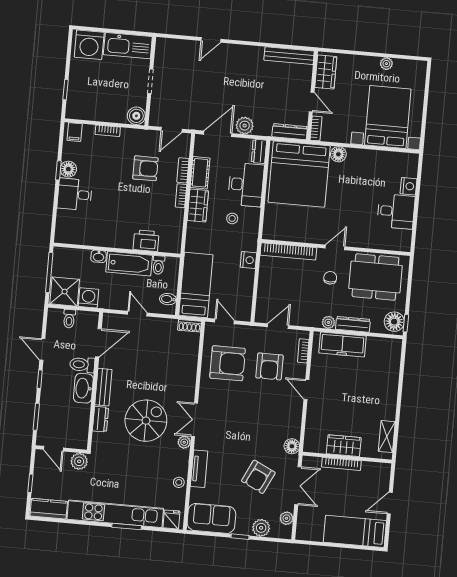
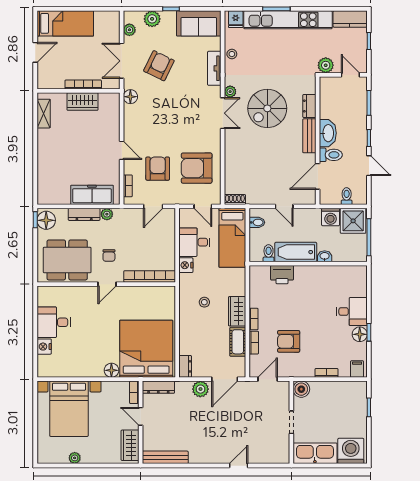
desk: (246, 185) -> (194, 242), moved, width x0.73

